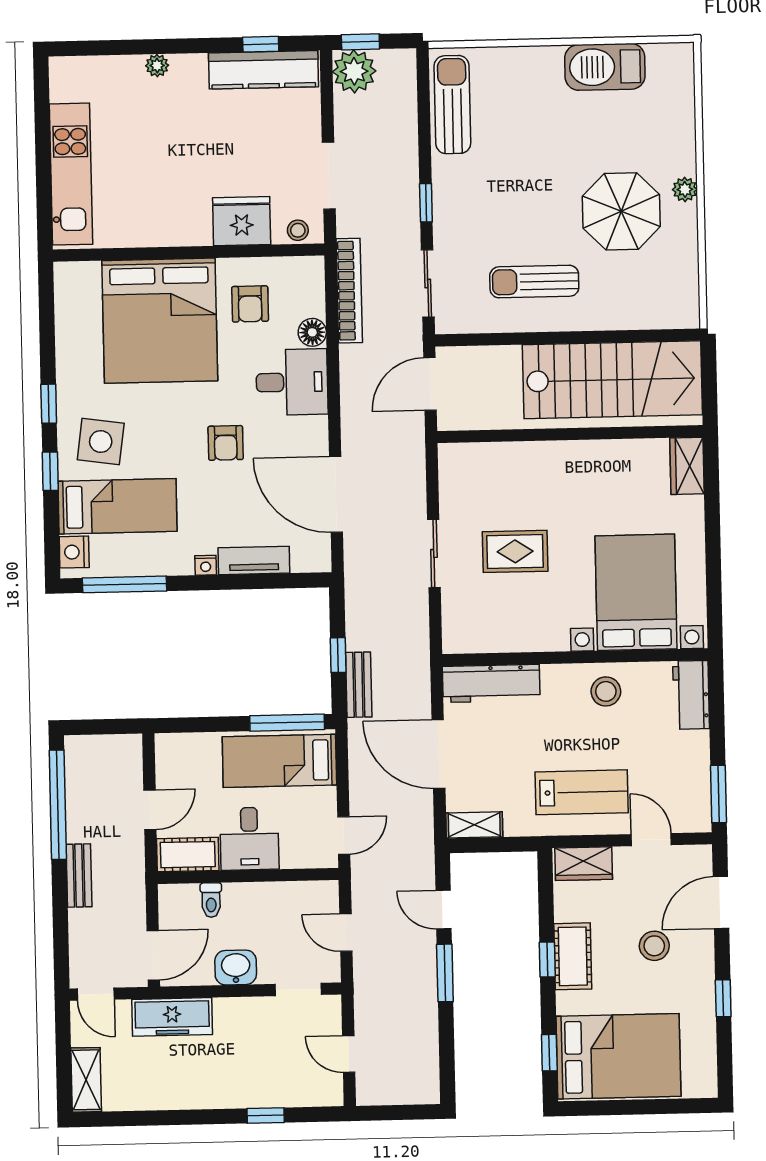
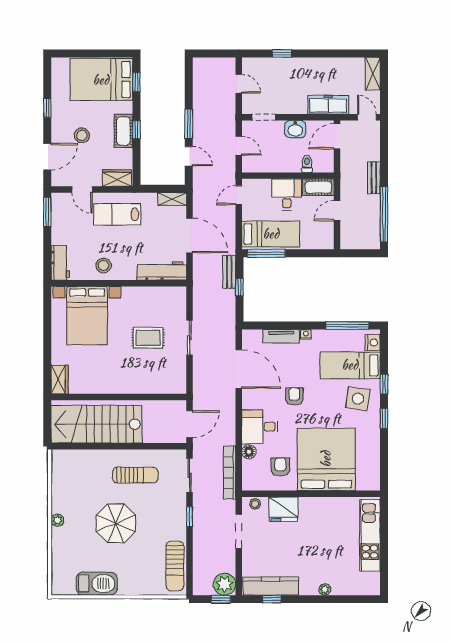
parasol: (621, 211) -> (116, 523), moved

